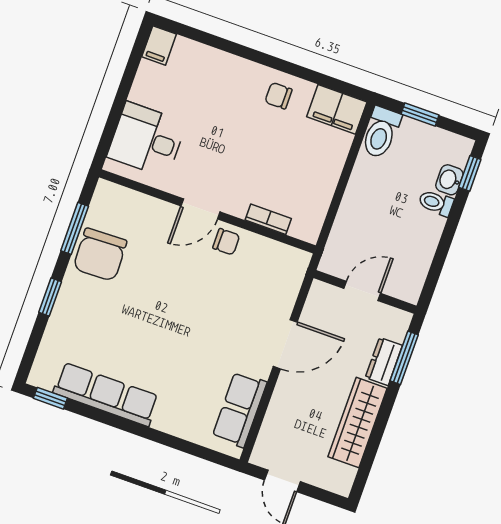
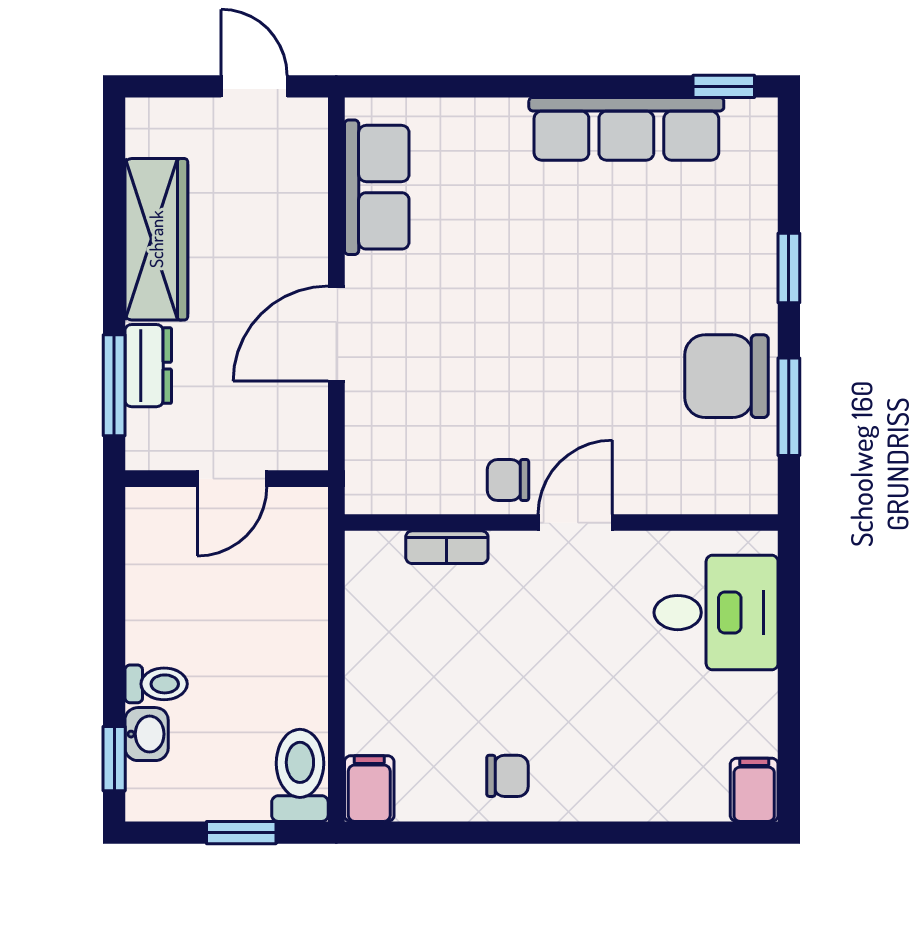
filing cabinet: (337, 109) -> (369, 789), width x0.50
chair: (100, 255) -> (726, 376), turned -88

